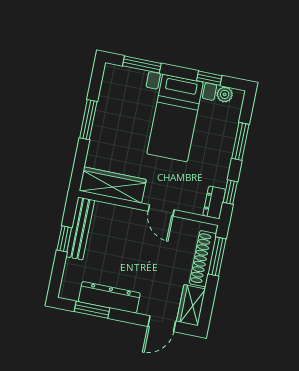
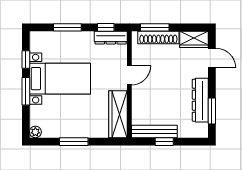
window: (142, 65) -> (26, 91), moved
plant: (225, 94) -> (35, 132), moved
dresser: (214, 202) -> (111, 38), width x1.44

